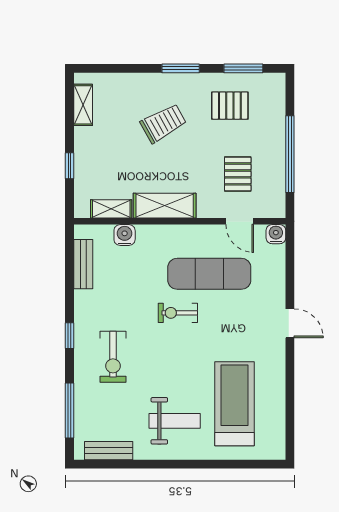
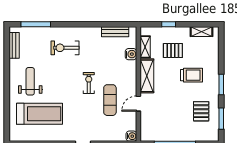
trolley: (163, 123) -> (192, 75), turned -61
pallet: (238, 174) -> (173, 50), moved
door: (240, 221) -> (138, 104), moved
exercise mat: (209, 274) -> (110, 100), width x0.73, depth x0.69
window: (70, 336) -> (76, 24), removed
weight bench: (175, 421) -> (30, 81), turned 180

